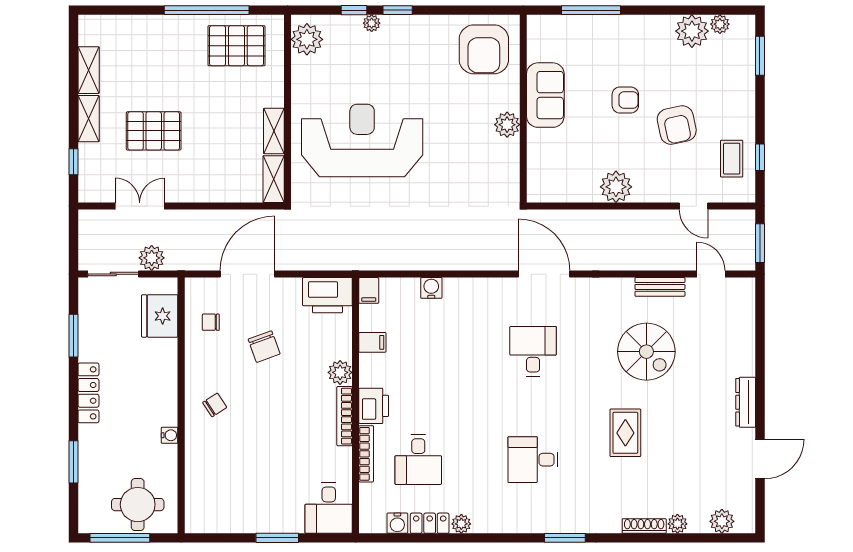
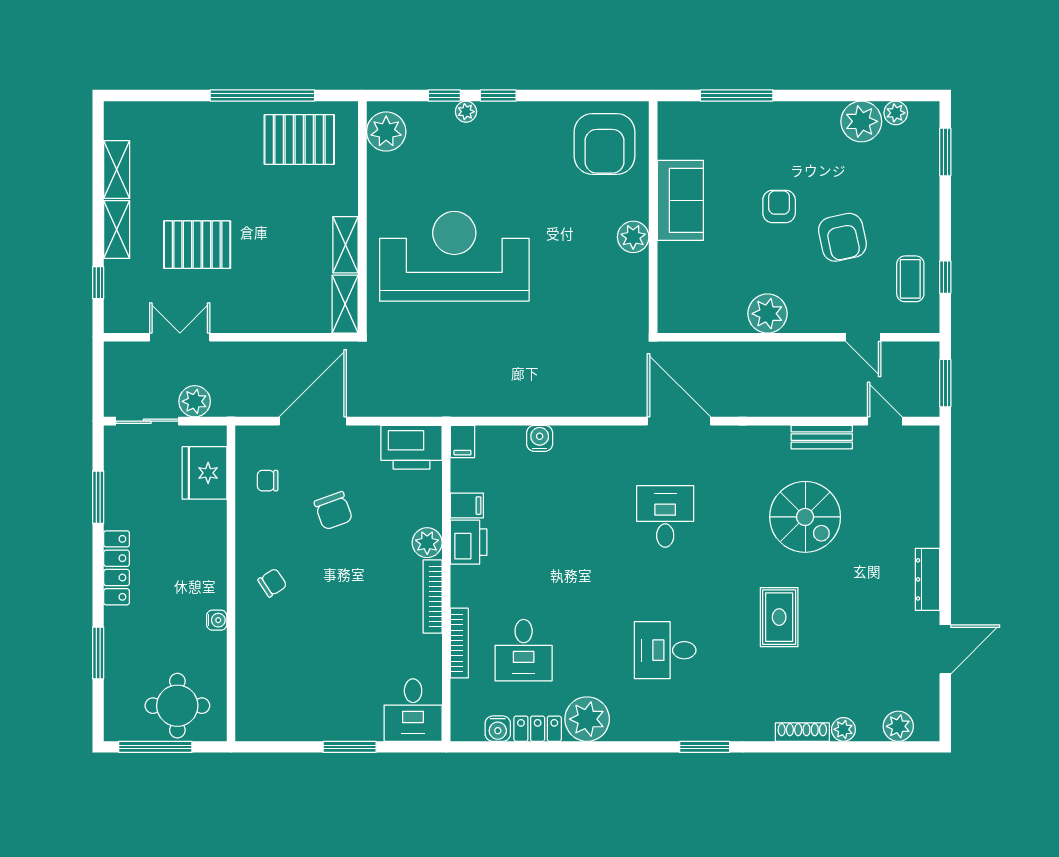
armchair: (625, 100) -> (779, 206), turned -90
printer: (374, 406) -> (469, 542), moved
plant: (461, 524) -> (587, 719), width x1.88, depth x1.88

